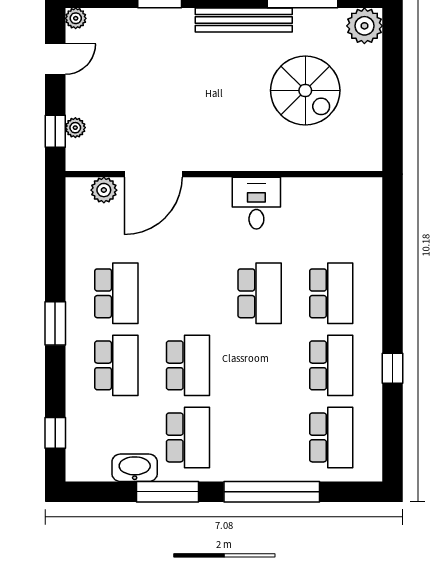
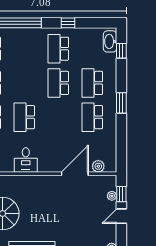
door: (55, 59) -> (121, 216), moved
washbasin: (135, 468) -> (110, 41), moved, turned 90
window: (167, 492) -> (68, 23), width x0.46

